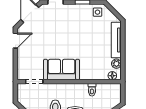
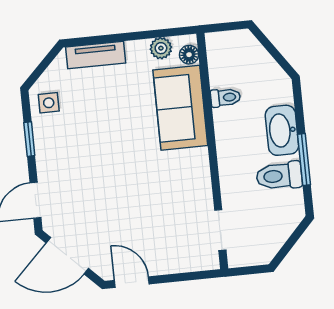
tv unit: (116, 40) -> (96, 55), width x0.71
sofa: (62, 69) -> (180, 108), moved

